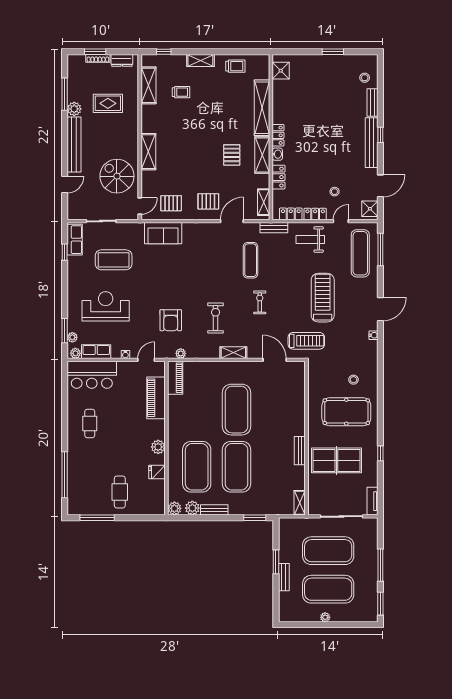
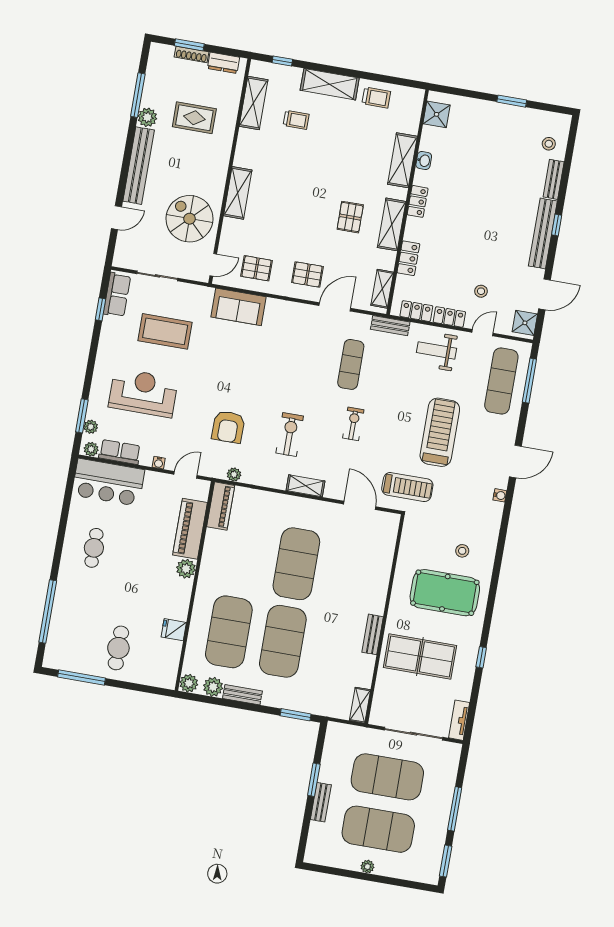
shelving: (200, 60) -> (330, 84), width x1.50, depth x1.33
shelving: (262, 108) -> (402, 160), width x0.68
washbasin: (277, 154) -> (424, 161), moved
plant: (158, 447) -> (186, 569), moved

